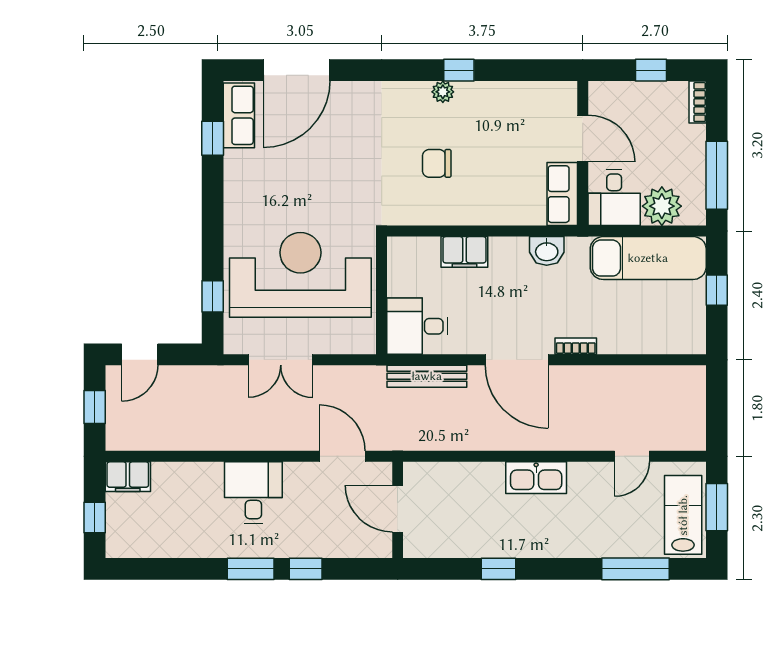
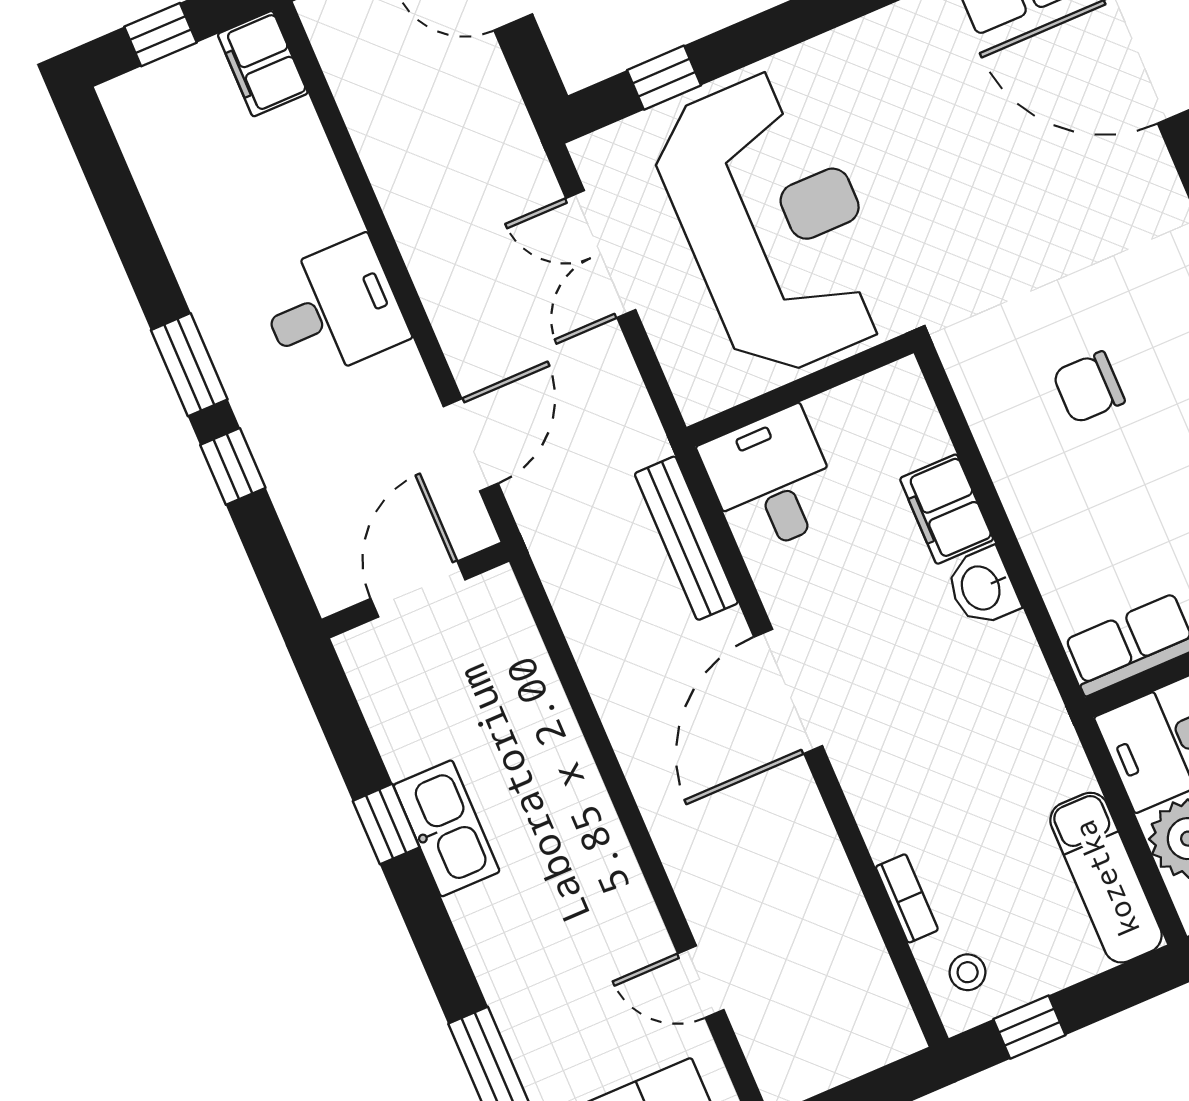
chair: (437, 163) -> (1089, 387), turned -90
washbasin: (547, 251) -> (982, 587), moved
exam couch: (648, 258) -> (1106, 878), width x0.73, depth x0.69
window: (717, 290) -> (1029, 1027), moved
stool: (680, 333) -> (968, 972), added
bookcase: (576, 346) -> (907, 898), moved
kitchen sink: (536, 478) -> (447, 828), moved, turned 180

